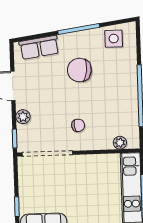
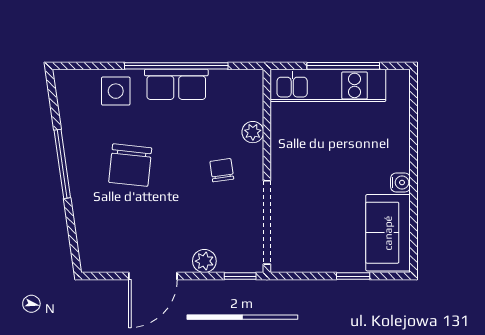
side table: (114, 39) -> (116, 91), moved
row of seats: (39, 47) -> (176, 84), moved, turned 98
plant: (120, 143) -> (253, 132), moved

